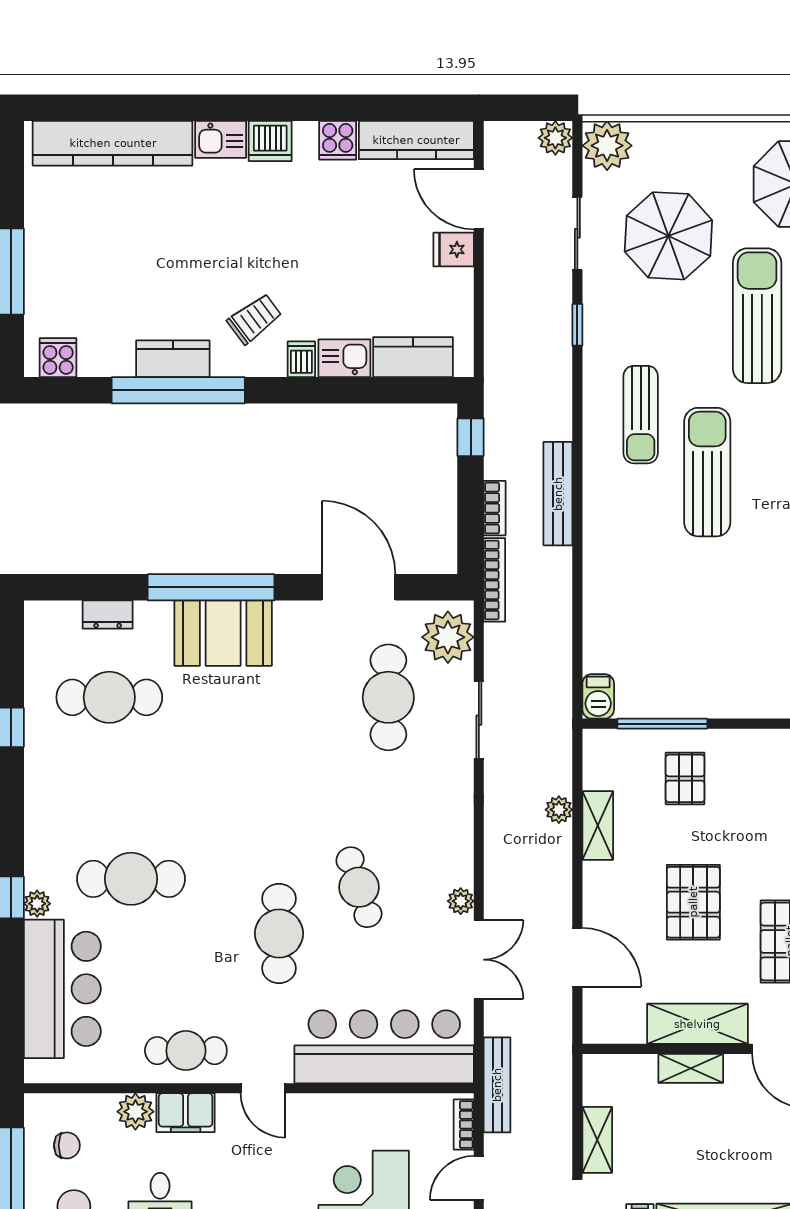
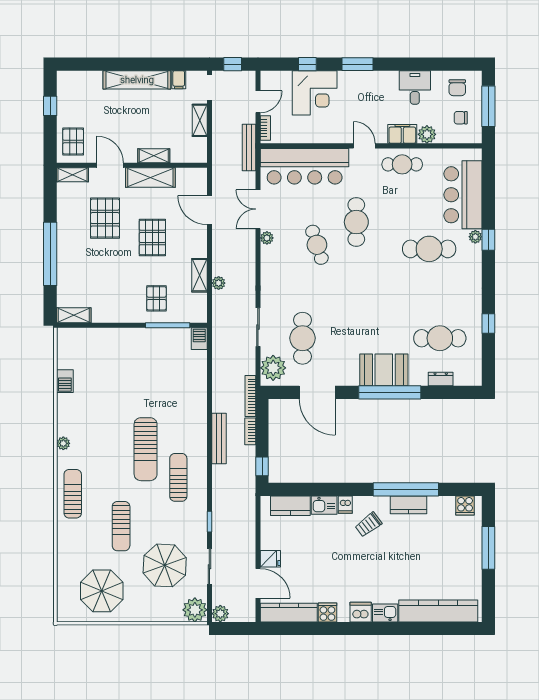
sun lounger: (757, 316) -> (121, 526), width x0.73, depth x0.75

